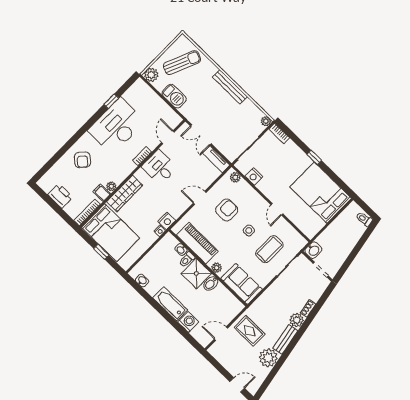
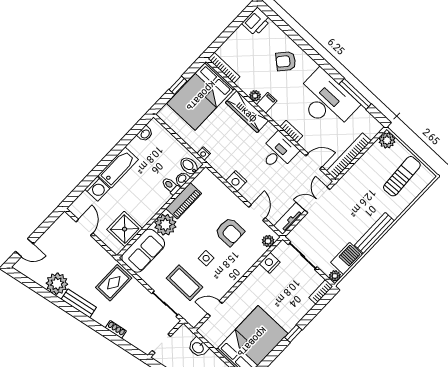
sun lounger: (182, 63) -> (402, 176), turned -116
barbecue: (174, 96) -> (347, 259), moved, turned 180
window: (111, 101) -> (355, 94), width x2.17
bookcase: (164, 107) -> (349, 156), added
filing cabinet: (102, 193) -> (267, 103), moved
printer: (60, 196) -> (256, 22), moved
door: (200, 198) -> (257, 213), moved
door: (277, 209) -> (215, 308), moved
nightstand: (167, 221) -> (236, 181), moved
piano: (197, 243) -> (184, 201), width x0.73, depth x0.75
washbasin: (313, 250) -> (198, 347), moved
plant: (217, 268) -> (165, 225), width x1.88, depth x1.88
shower: (196, 273) -> (125, 229), moved
bidet: (211, 283) -> (189, 166), moved
plant: (297, 320) -> (102, 316), removed
rug: (250, 331) -> (114, 283), moved
door: (237, 385) -> (24, 248), hinge flipped

